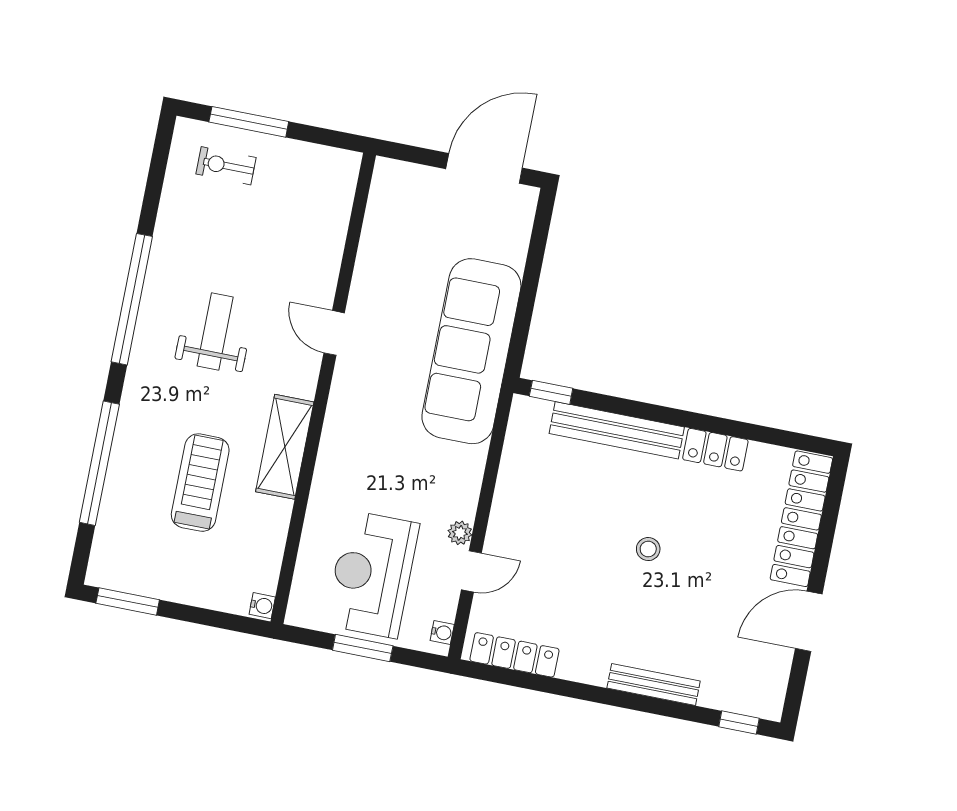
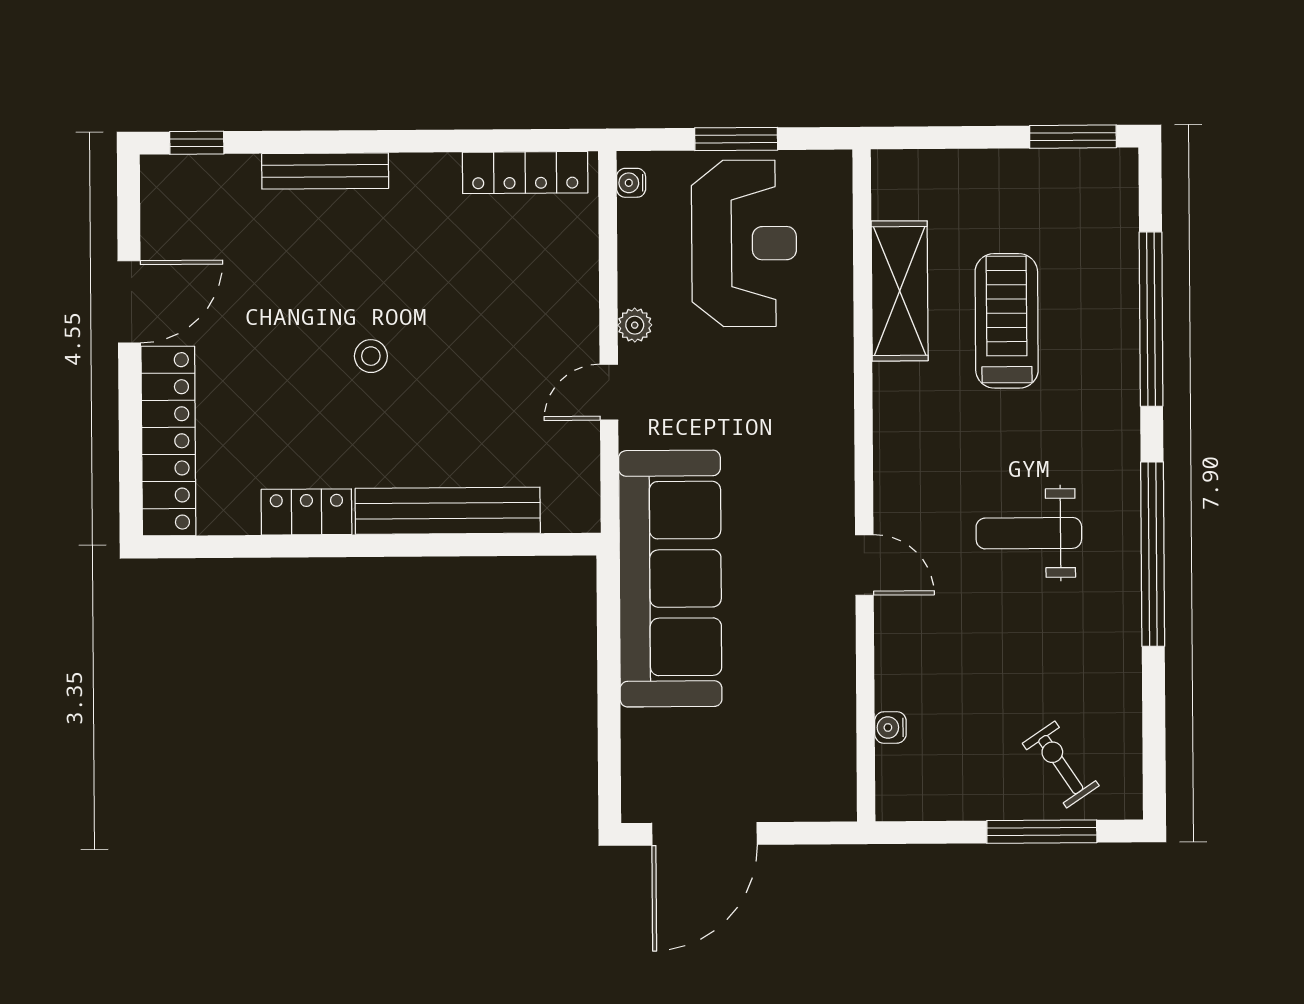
exercise bike: (226, 166) -> (1061, 765), turned -124
weight bench: (215, 332) -> (1029, 533), turned 90
window: (551, 392) -> (549, 544), removed
shelving: (285, 447) -> (900, 291), moved
treadmill: (200, 483) -> (1007, 321), turned 180
door: (471, 571) -> (609, 392), moved
water cooler: (262, 606) -> (890, 727), moved

